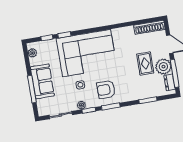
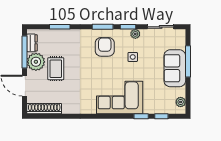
corner sofa: (87, 53) -> (120, 97), width x0.73, depth x0.74
armchair: (106, 90) -> (105, 47), turned -90

